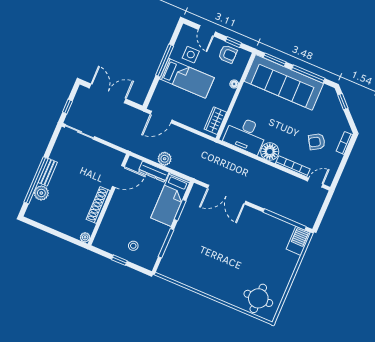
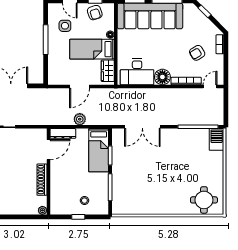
armchair: (228, 54) -> (95, 13), turned 72
bed: (187, 78) -> (92, 49), moved, turned 180
door: (161, 117) -> (80, 87), moved
dresser: (154, 172) -> (63, 133), moved

